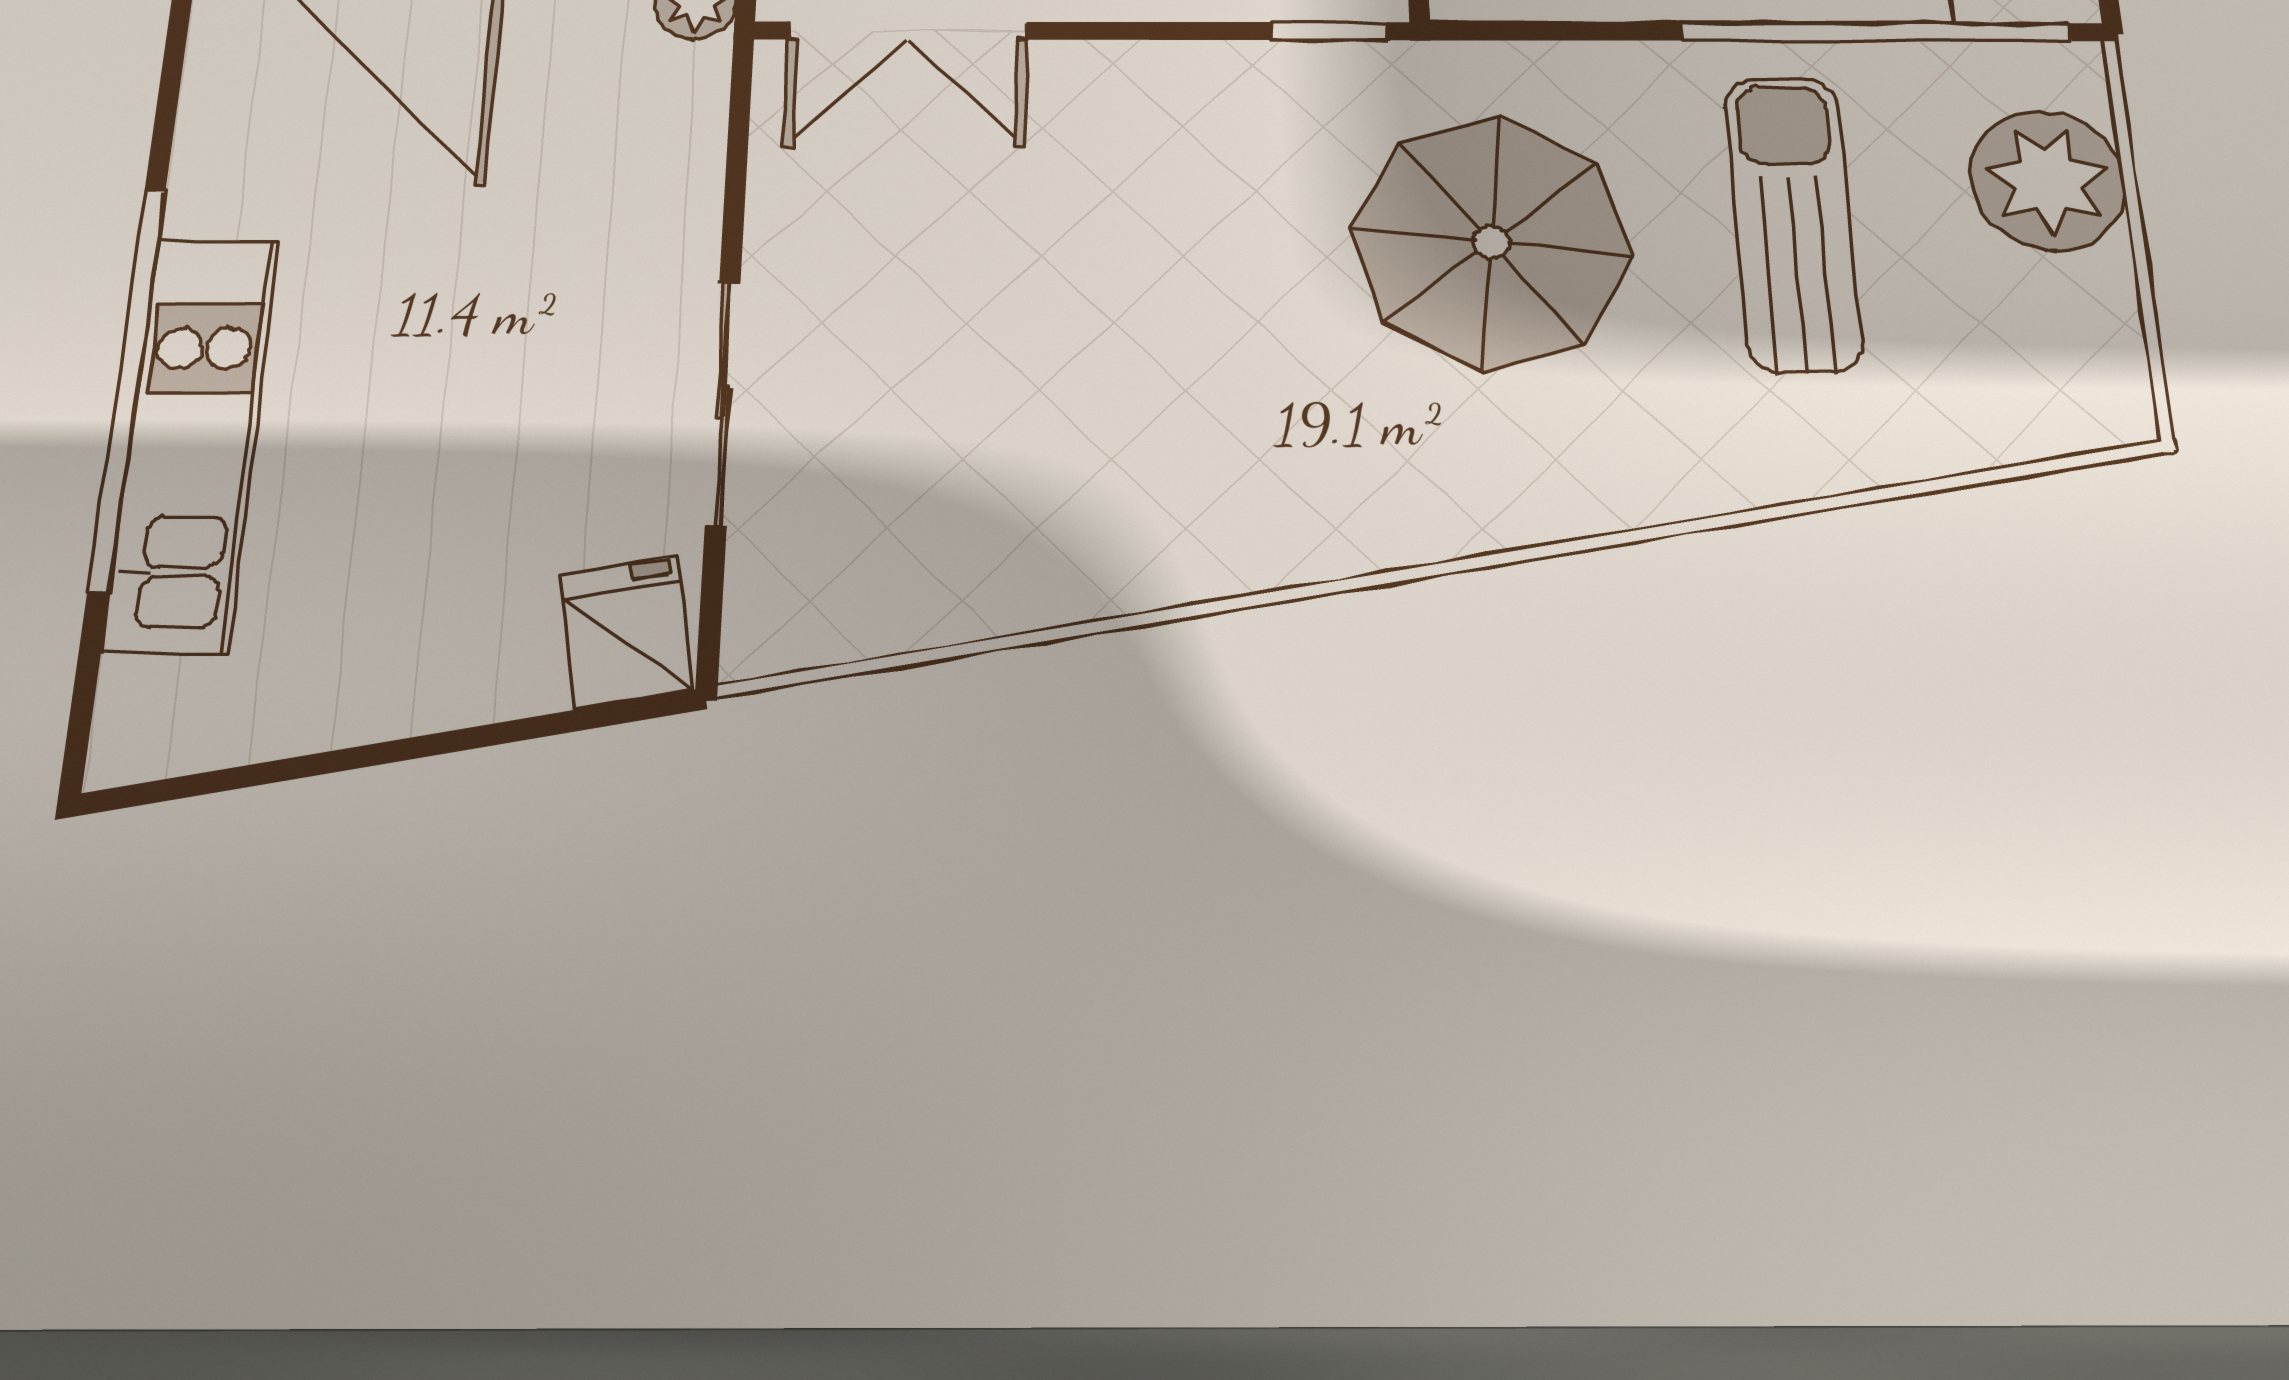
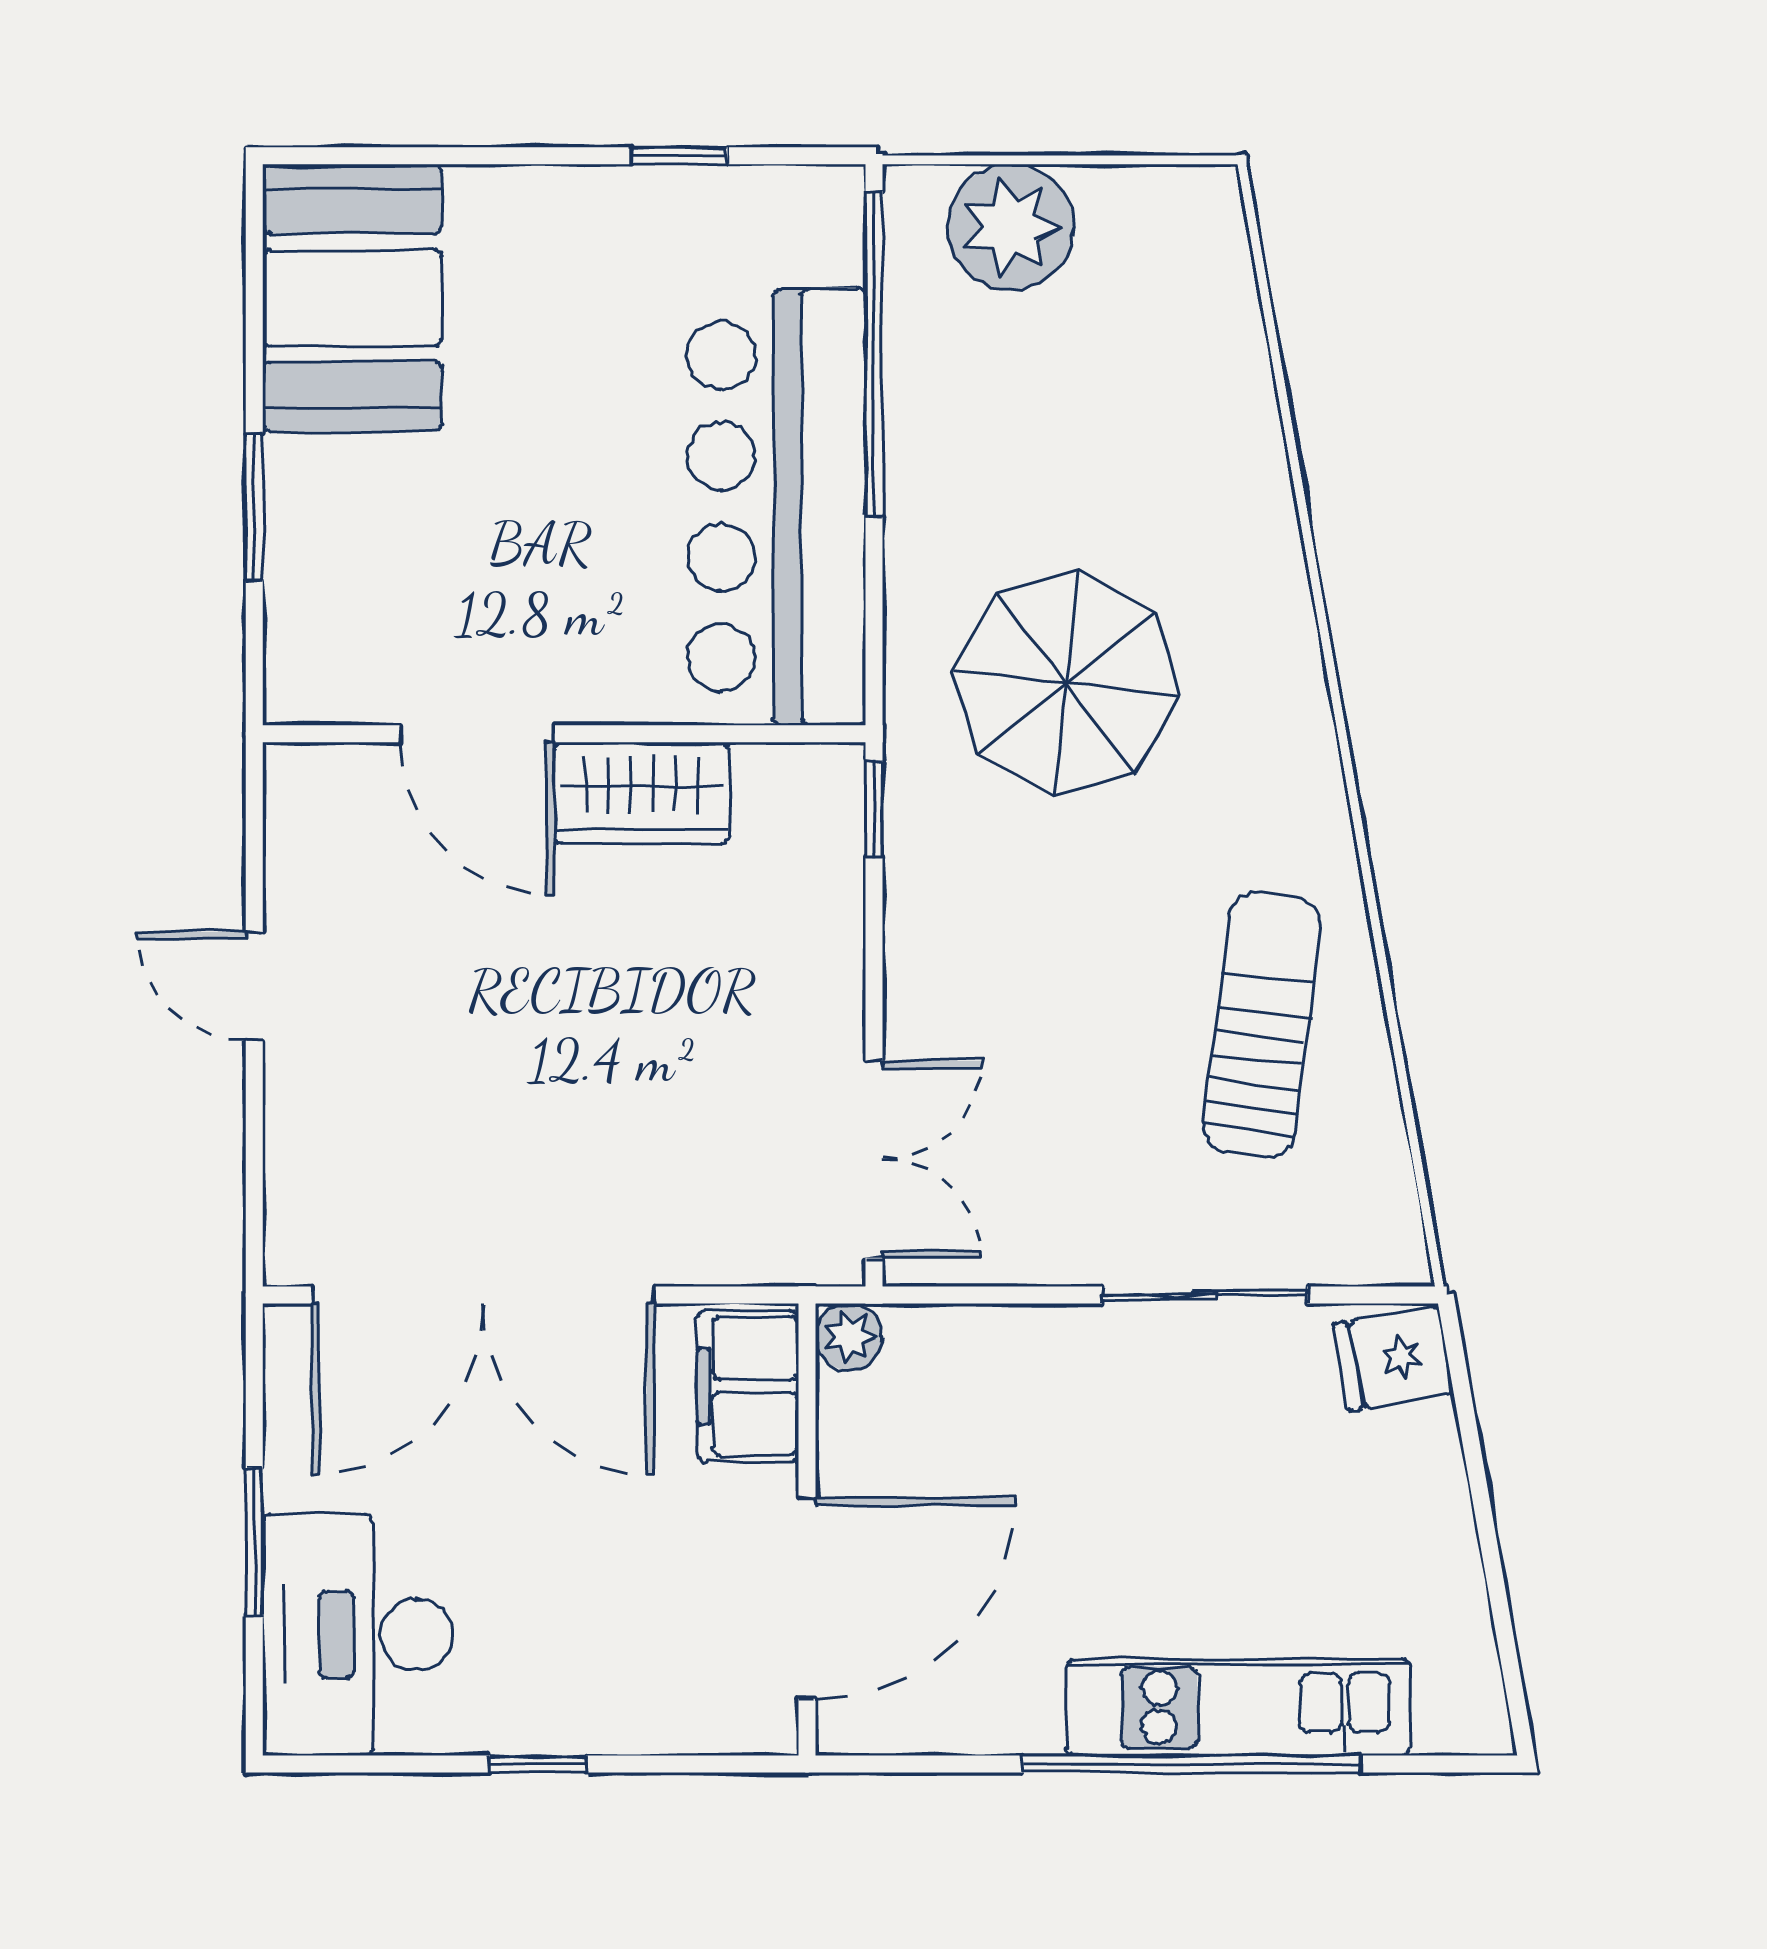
sun lounger: (1792, 223) -> (1262, 1025), moved, turned 97

